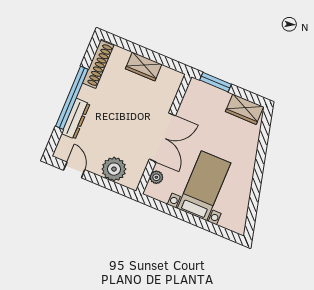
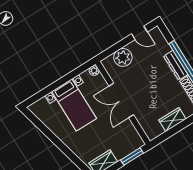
dresser: (76, 119) -> (176, 65), moved
plant: (156, 177) -> (94, 71), moved

